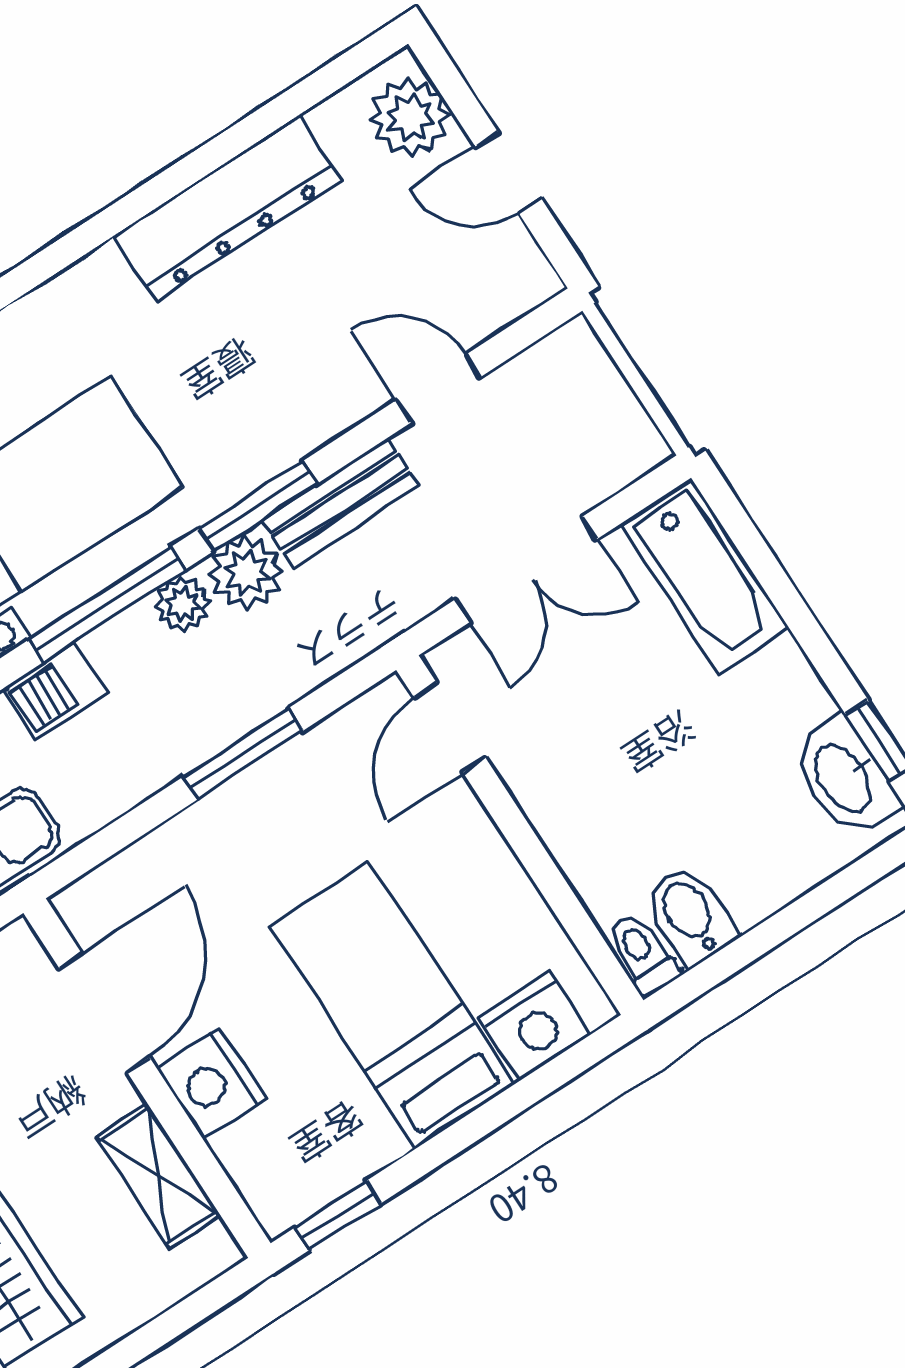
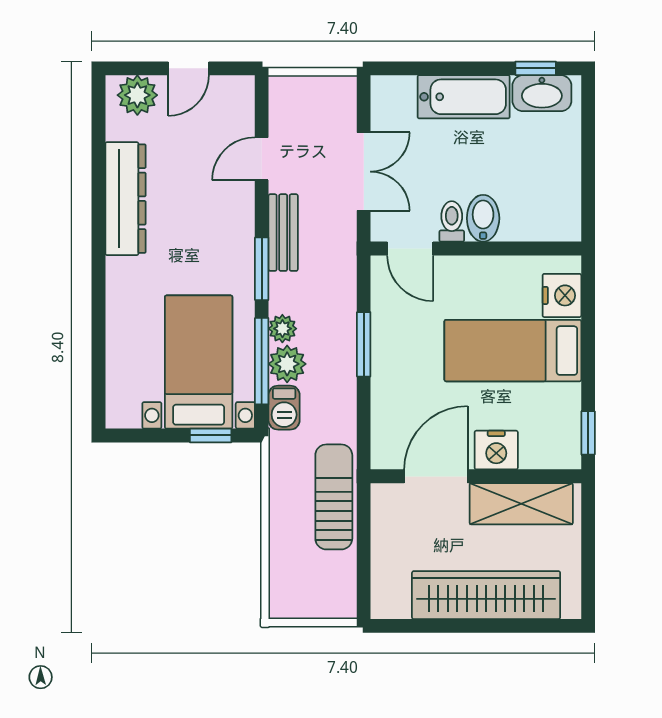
plant: (247, 573) -> (287, 364), moved
bathtub: (705, 576) -> (464, 97), moved
bidet: (690, 915) -> (483, 218), moved, turned 90
toilet: (642, 954) -> (452, 221), moved, turned 90
door: (104, 1013) -> (436, 476), hinge flipped
shelving: (159, 1176) -> (521, 504), width x1.50, depth x1.33

